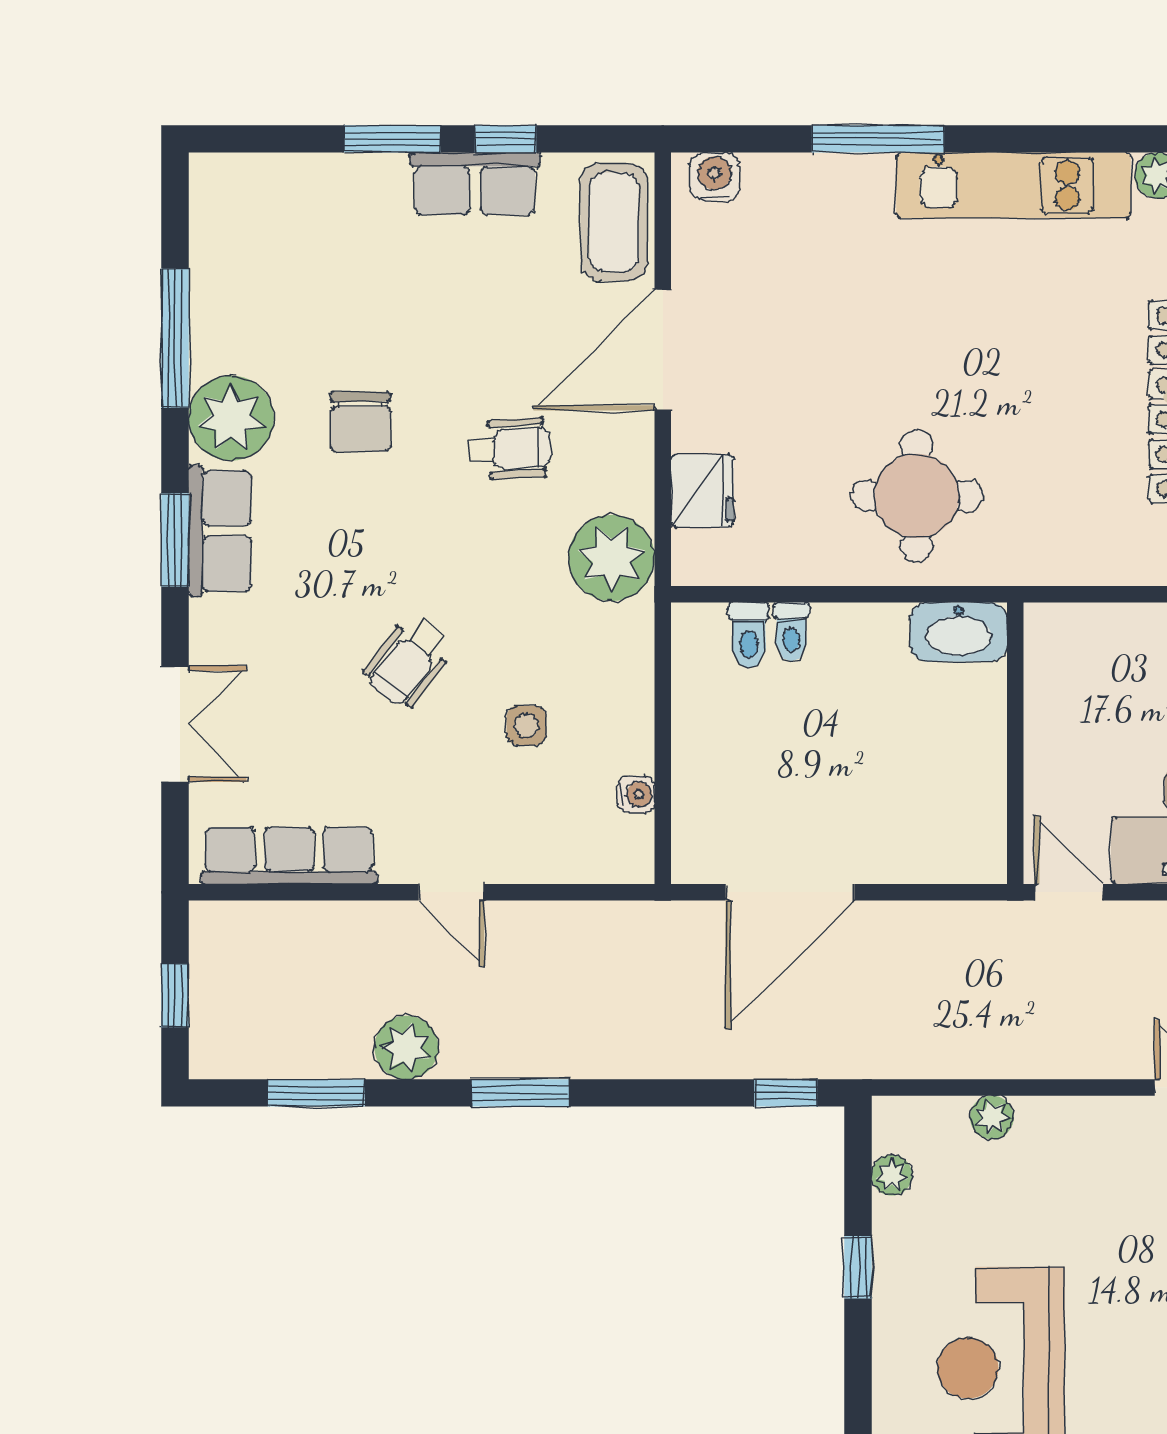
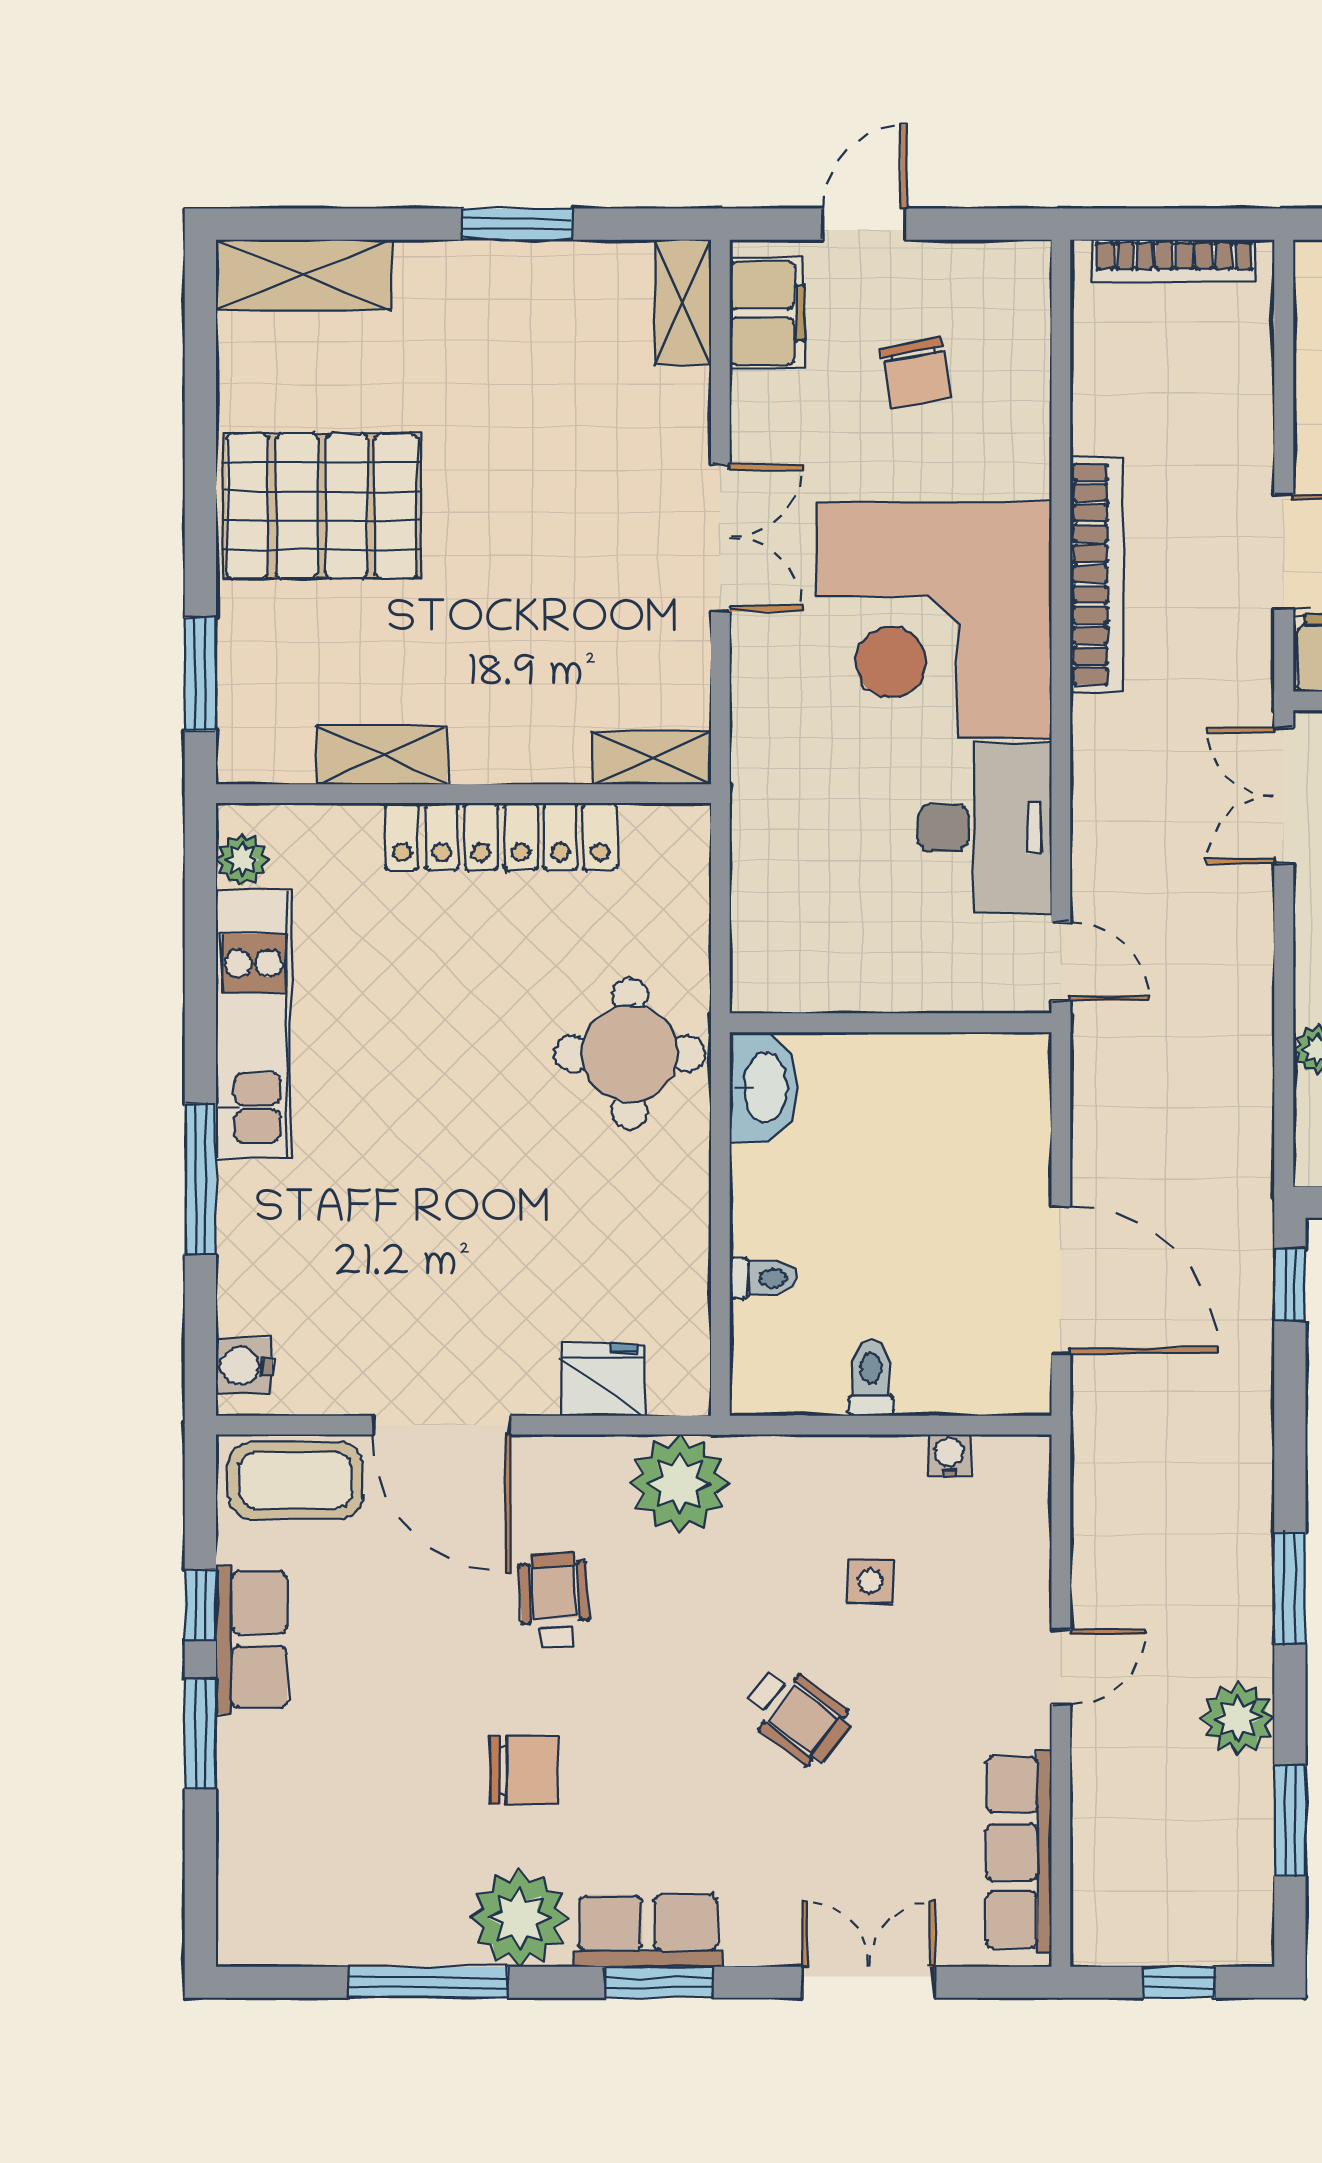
round table: (917, 496) -> (630, 1054), moved
toilet: (749, 635) -> (871, 1378), moved, turned -90
door: (1069, 892) -> (1061, 961), swing flipped

